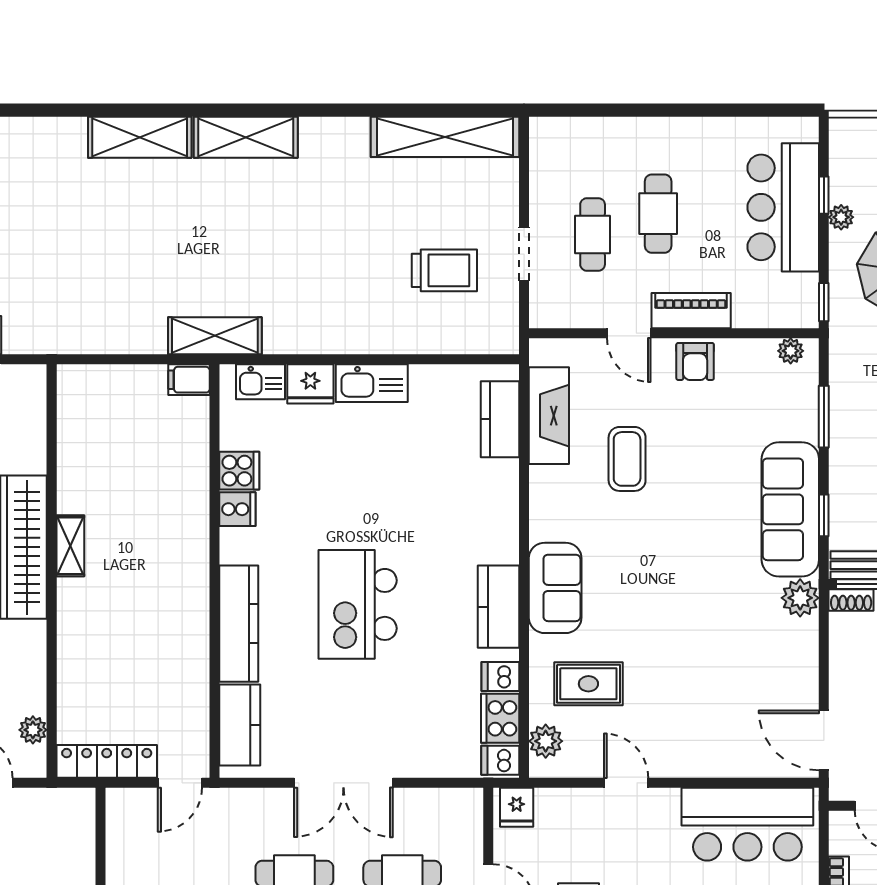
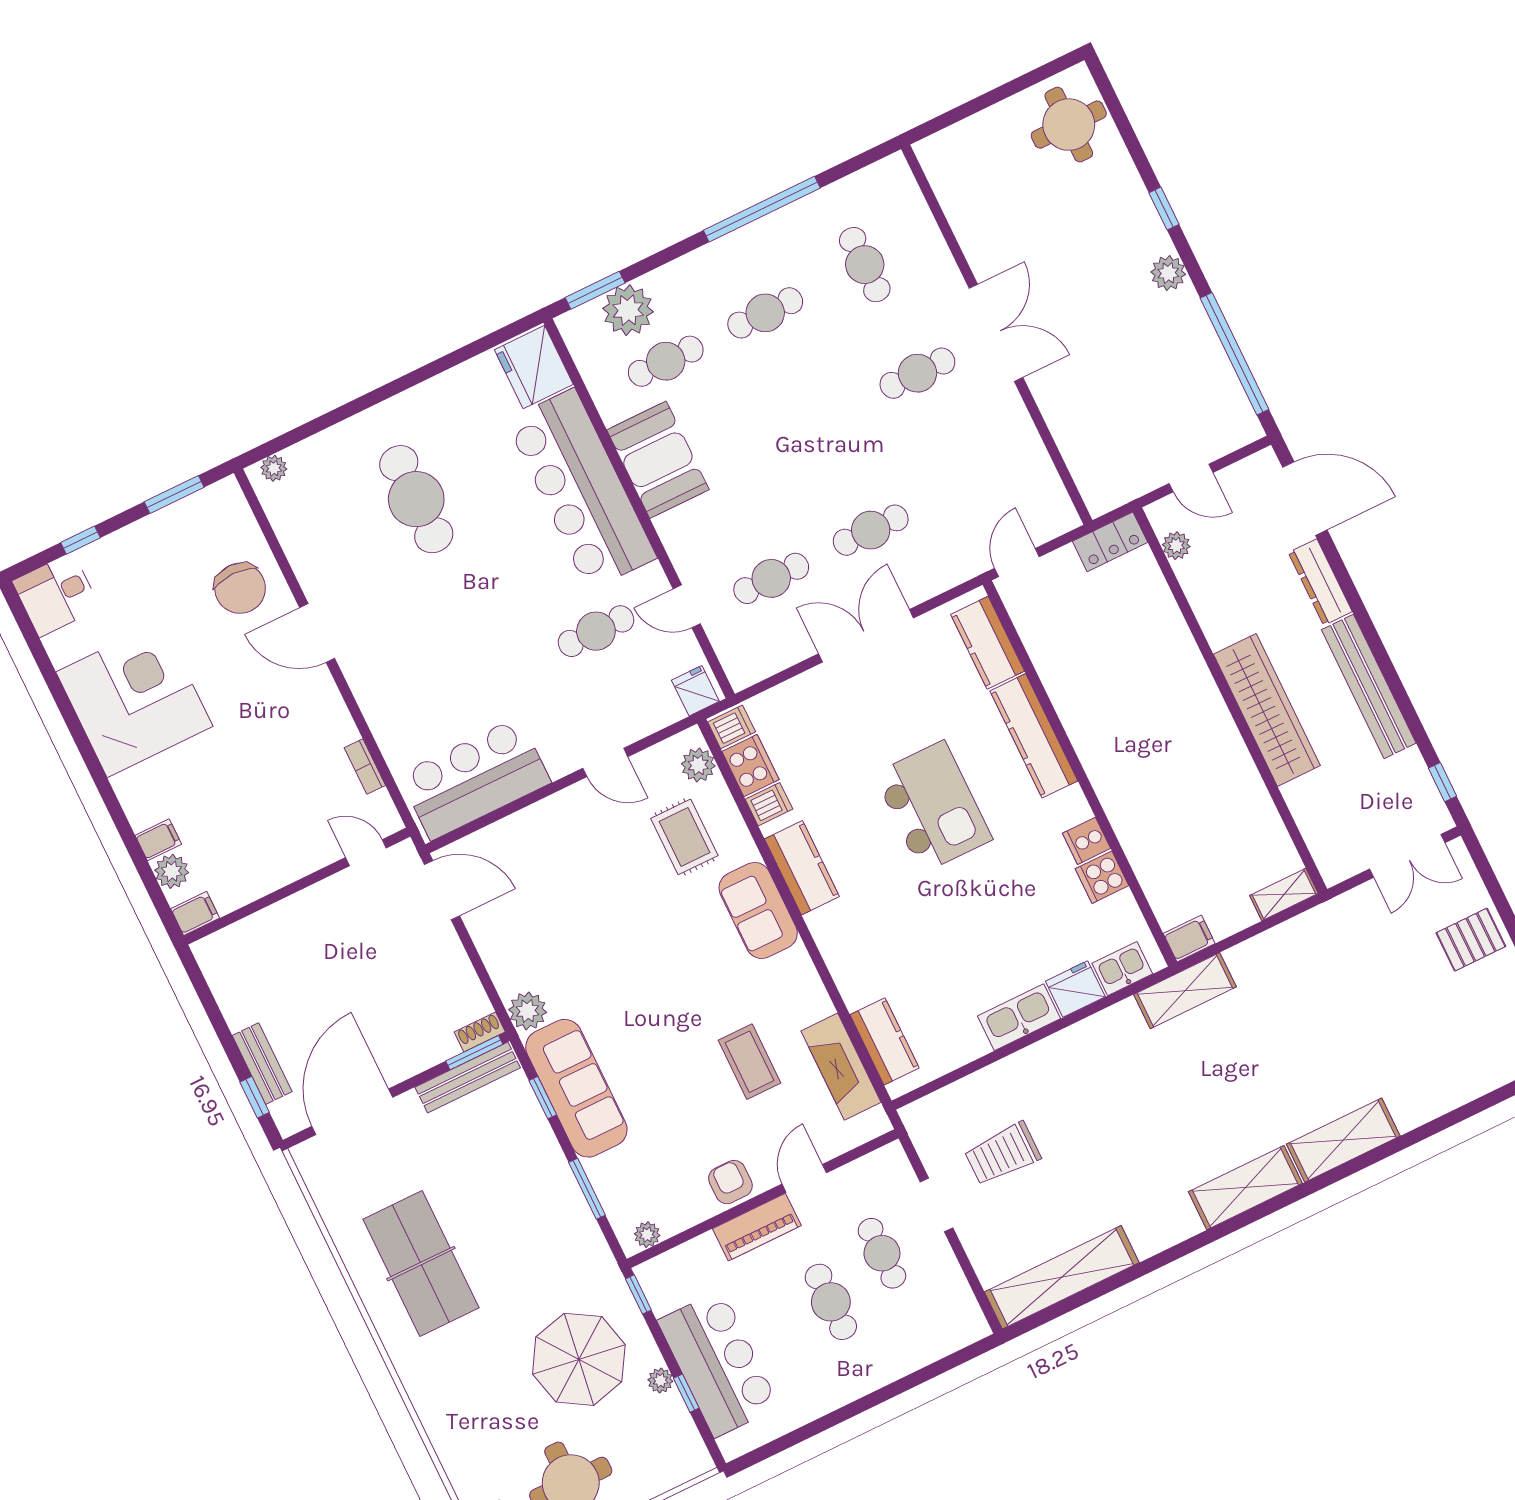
door: (629, 333) -> (804, 1178), hinge flipped
shelving: (70, 546) -> (1284, 894), moved, turned 90
rug: (588, 684) -> (684, 837), turned 90
locker: (107, 761) -> (1110, 542), width x0.66

